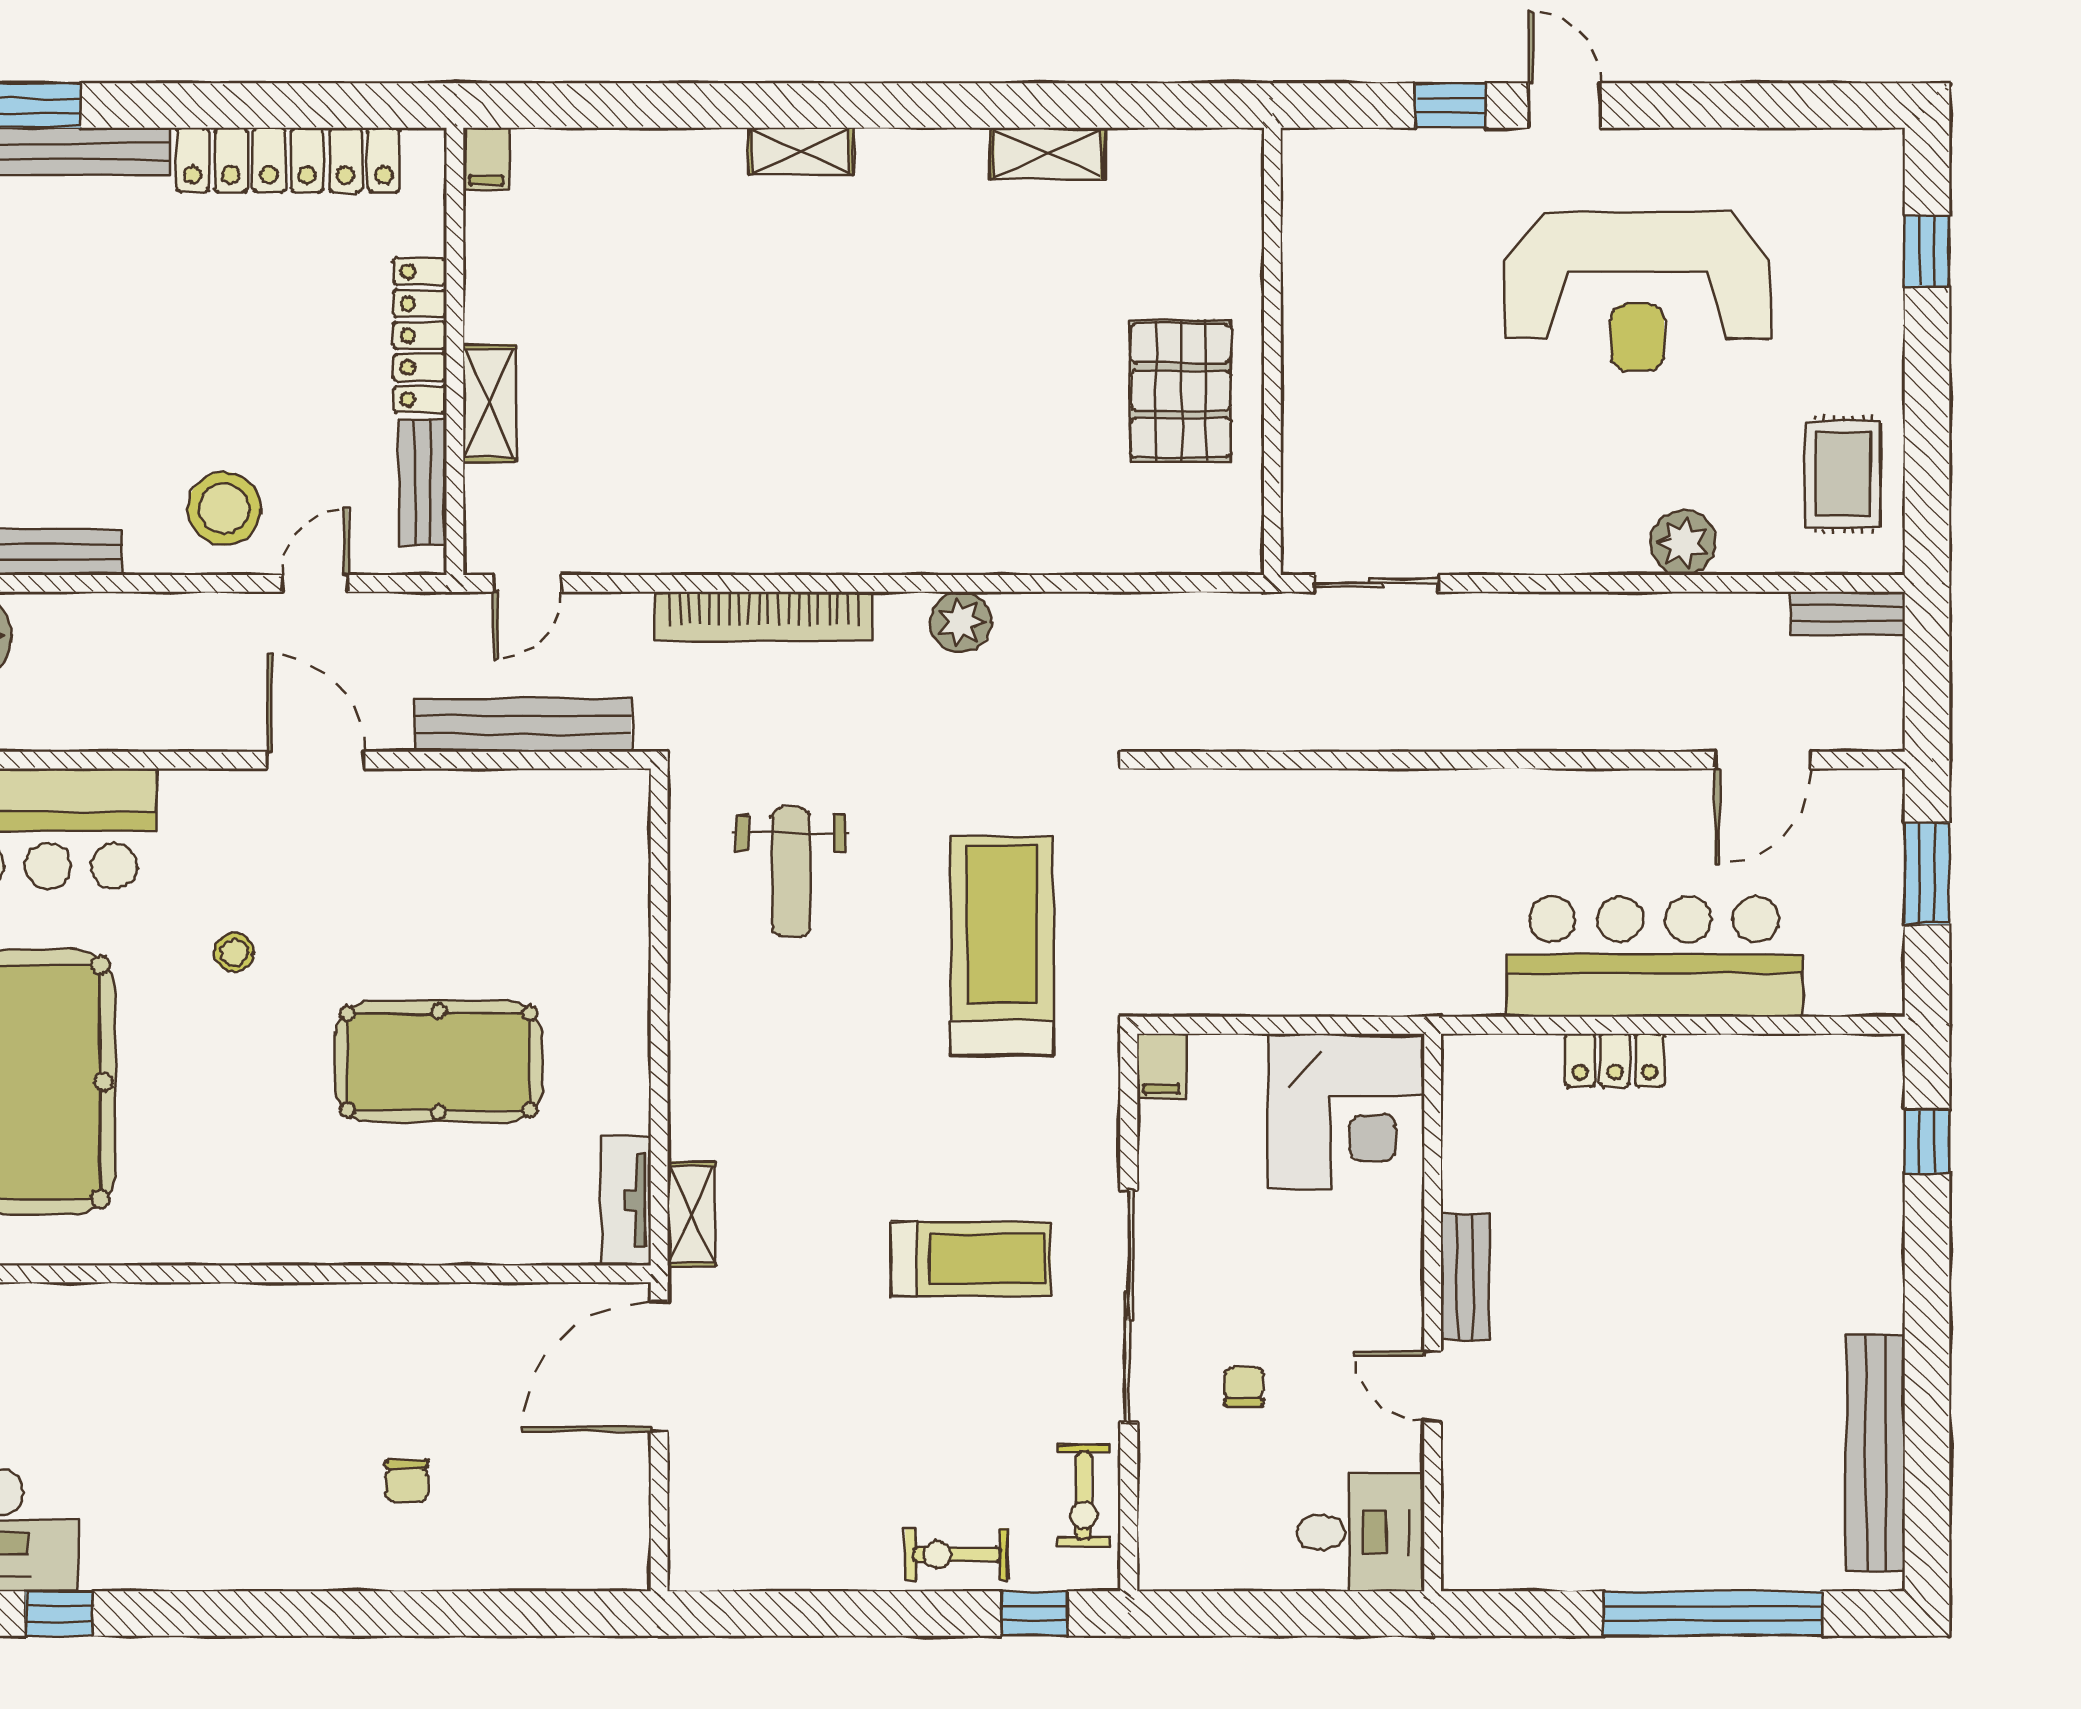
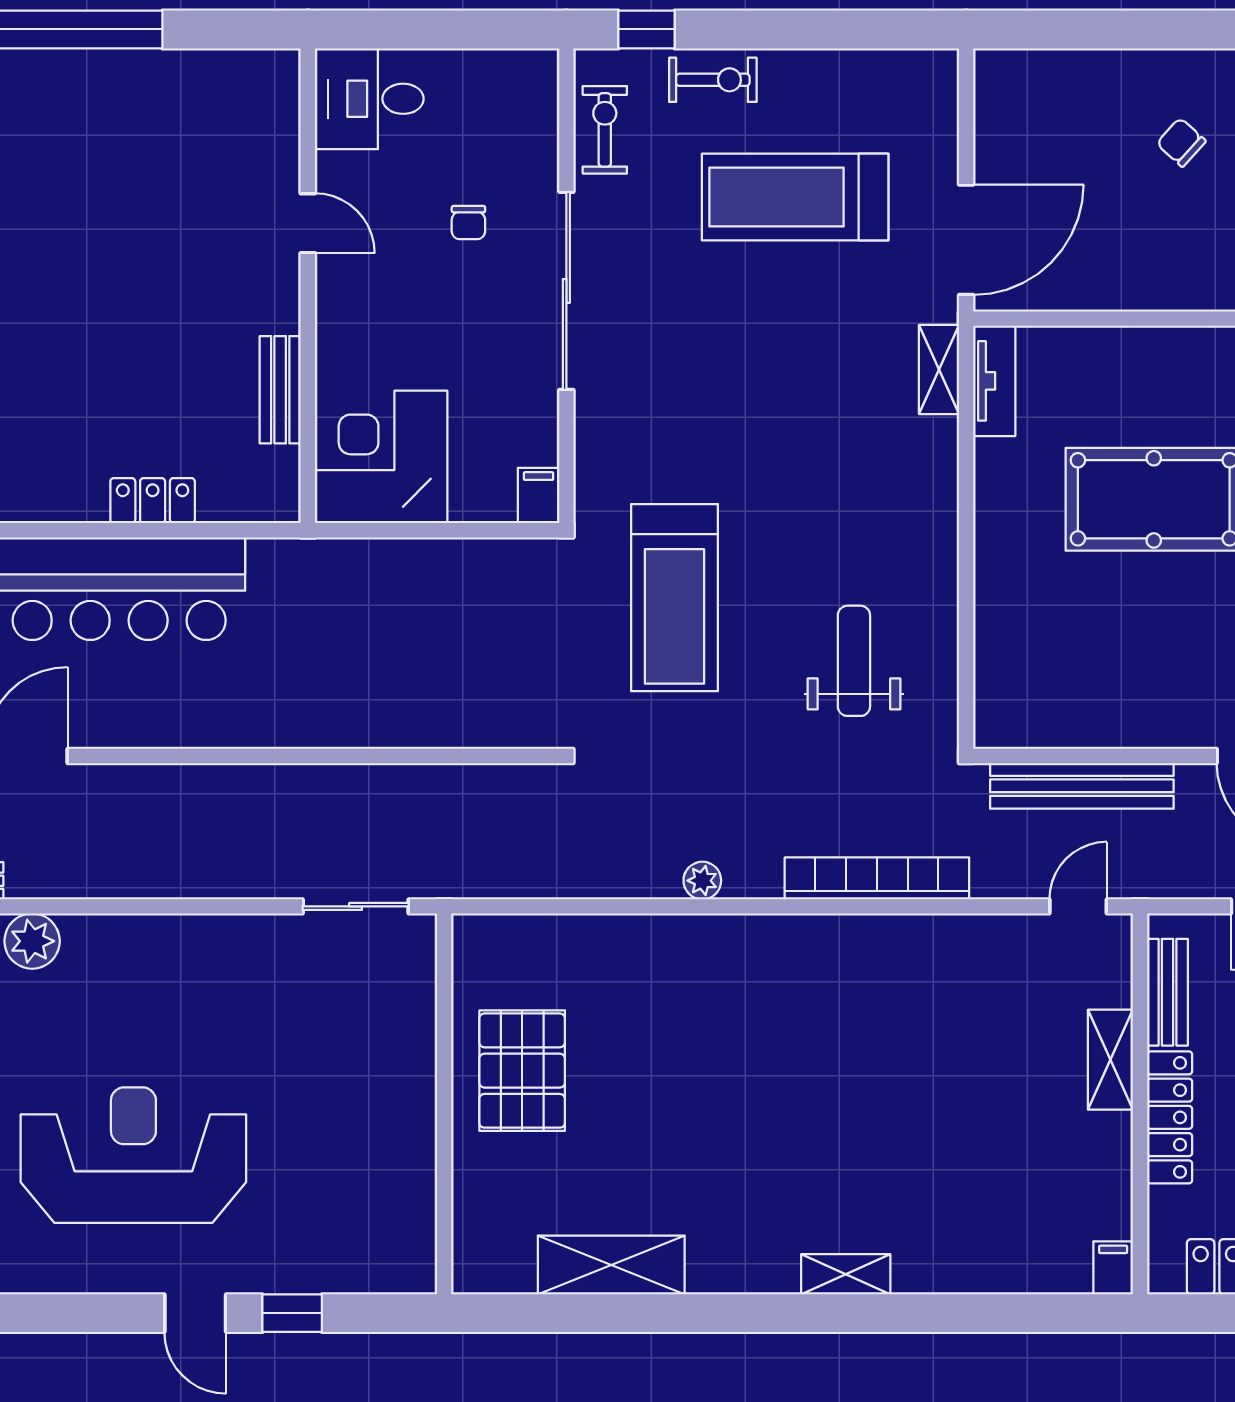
shelving: (1047, 153) -> (611, 1265), width x1.50, depth x1.33
plant: (1683, 543) -> (32, 941), moved
plant: (961, 622) -> (702, 881), width x0.73, depth x0.73
treadmill: (971, 1259) -> (795, 197), moved, width x1.37, depth x1.38
bench: (1465, 1277) -> (280, 390), moved
chair: (407, 1481) -> (1181, 142), turned -48

